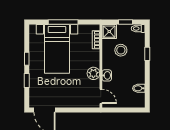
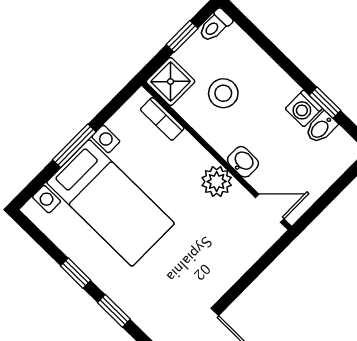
window: (63, 22) -> (74, 146), width x0.69
window: (147, 54) -> (325, 103), moved
washing machine: (139, 78) -> (304, 108), added

